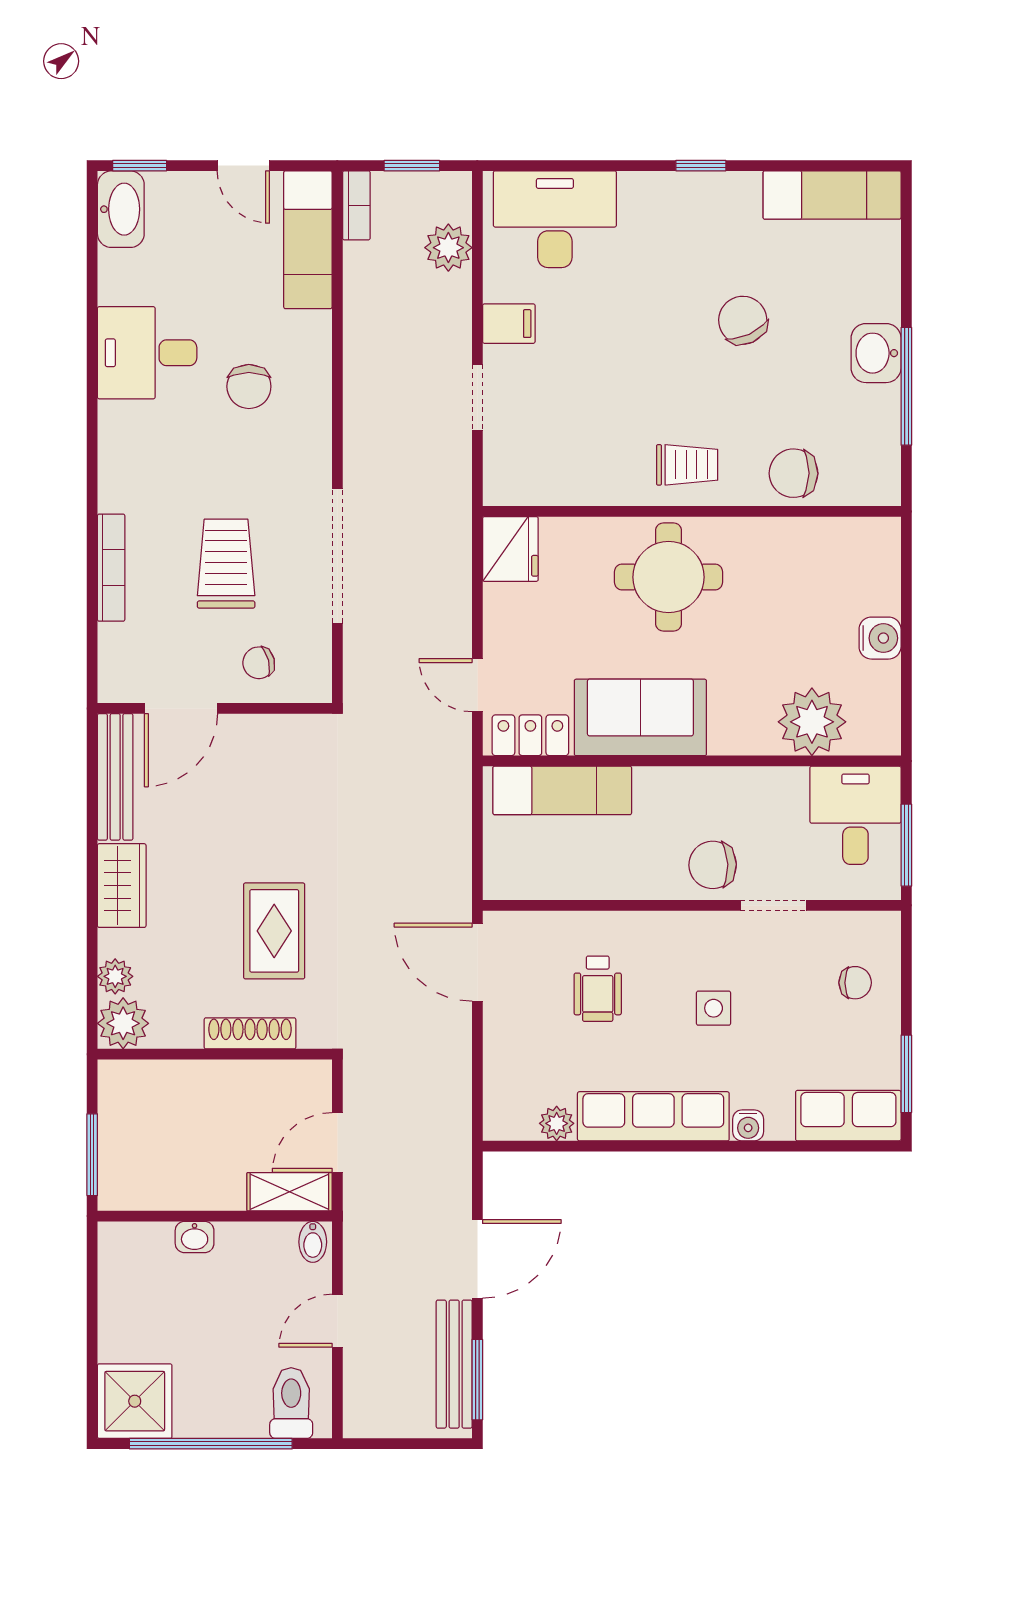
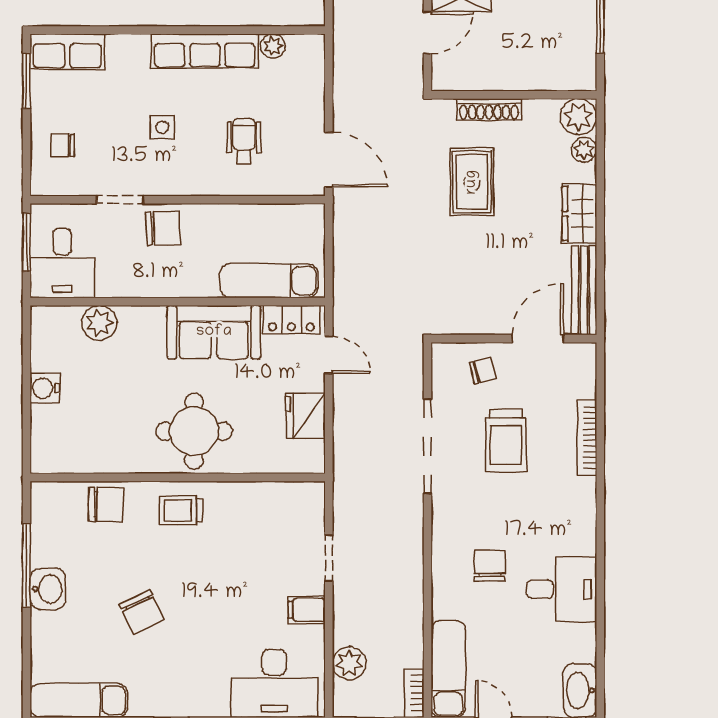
fridge: (510, 549) -> (305, 416), moved
plant: (812, 722) -> (99, 323), width x0.73, depth x0.73
water cooler: (748, 1125) -> (138, 45), removed

